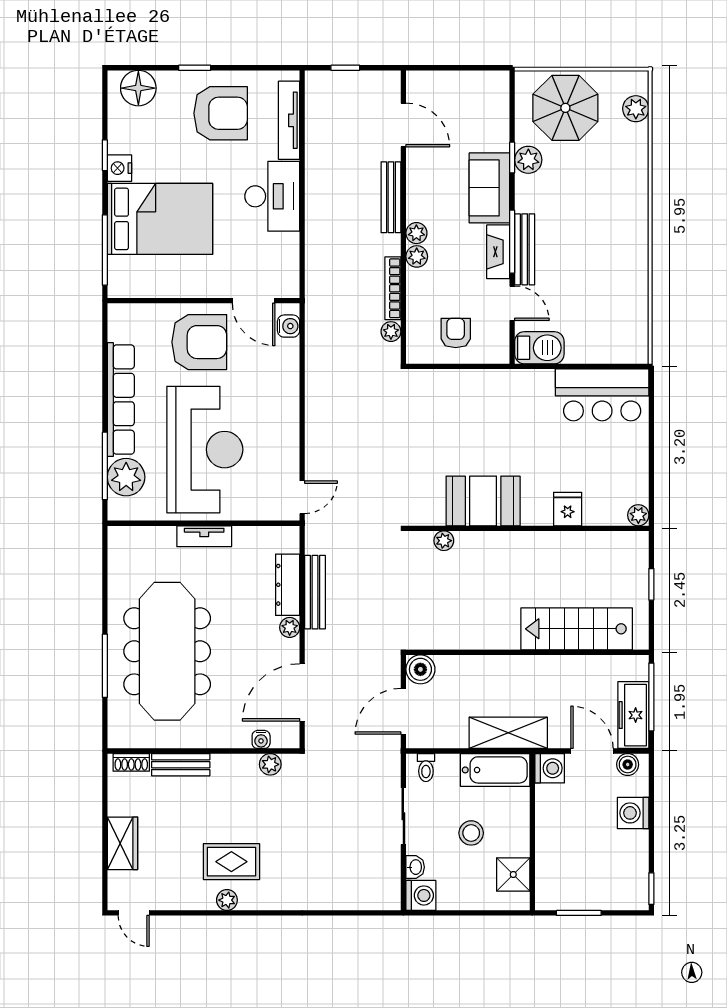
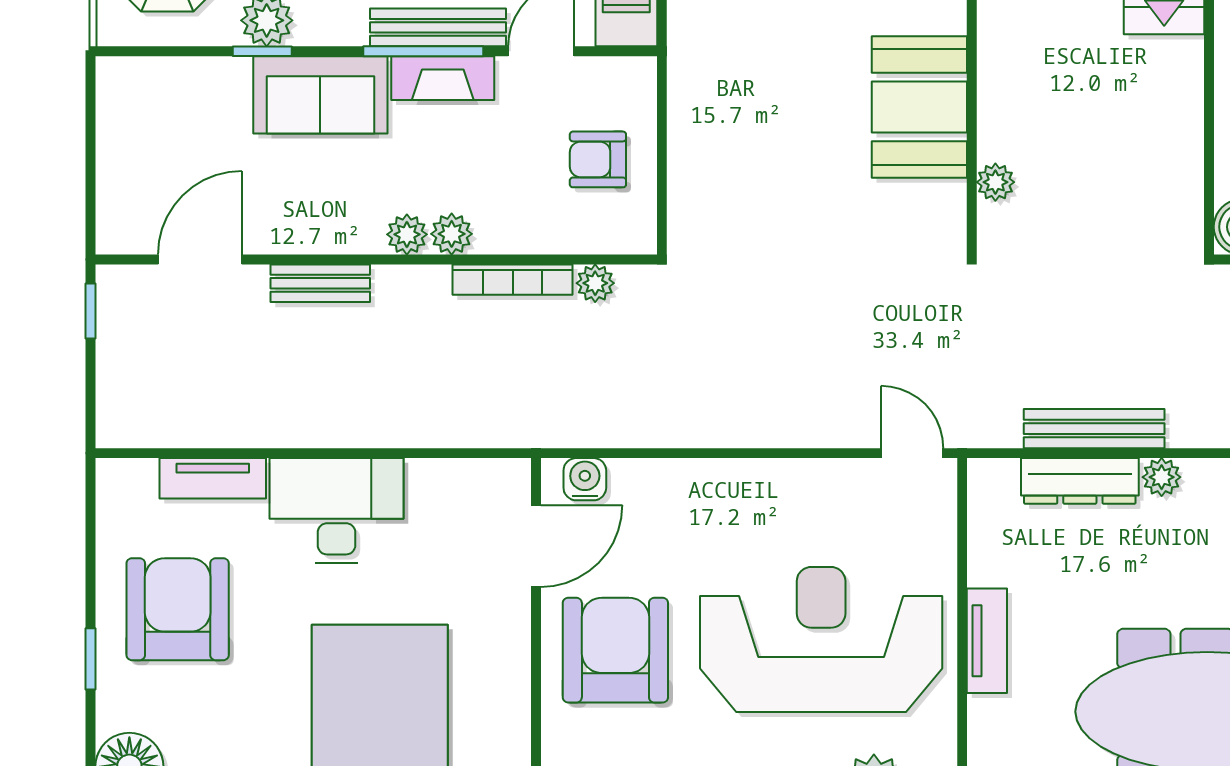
window: (345, 68) -> (91, 311), moved
tv unit: (289, 120) -> (213, 478), width x0.71
bench: (391, 197) -> (320, 283), width x0.73

